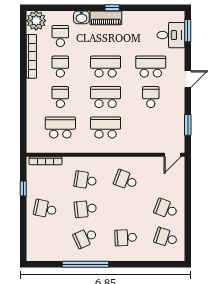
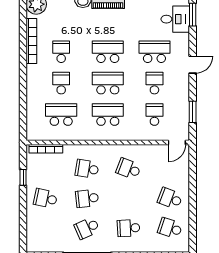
school desk: (60, 36) -> (154, 115), moved

